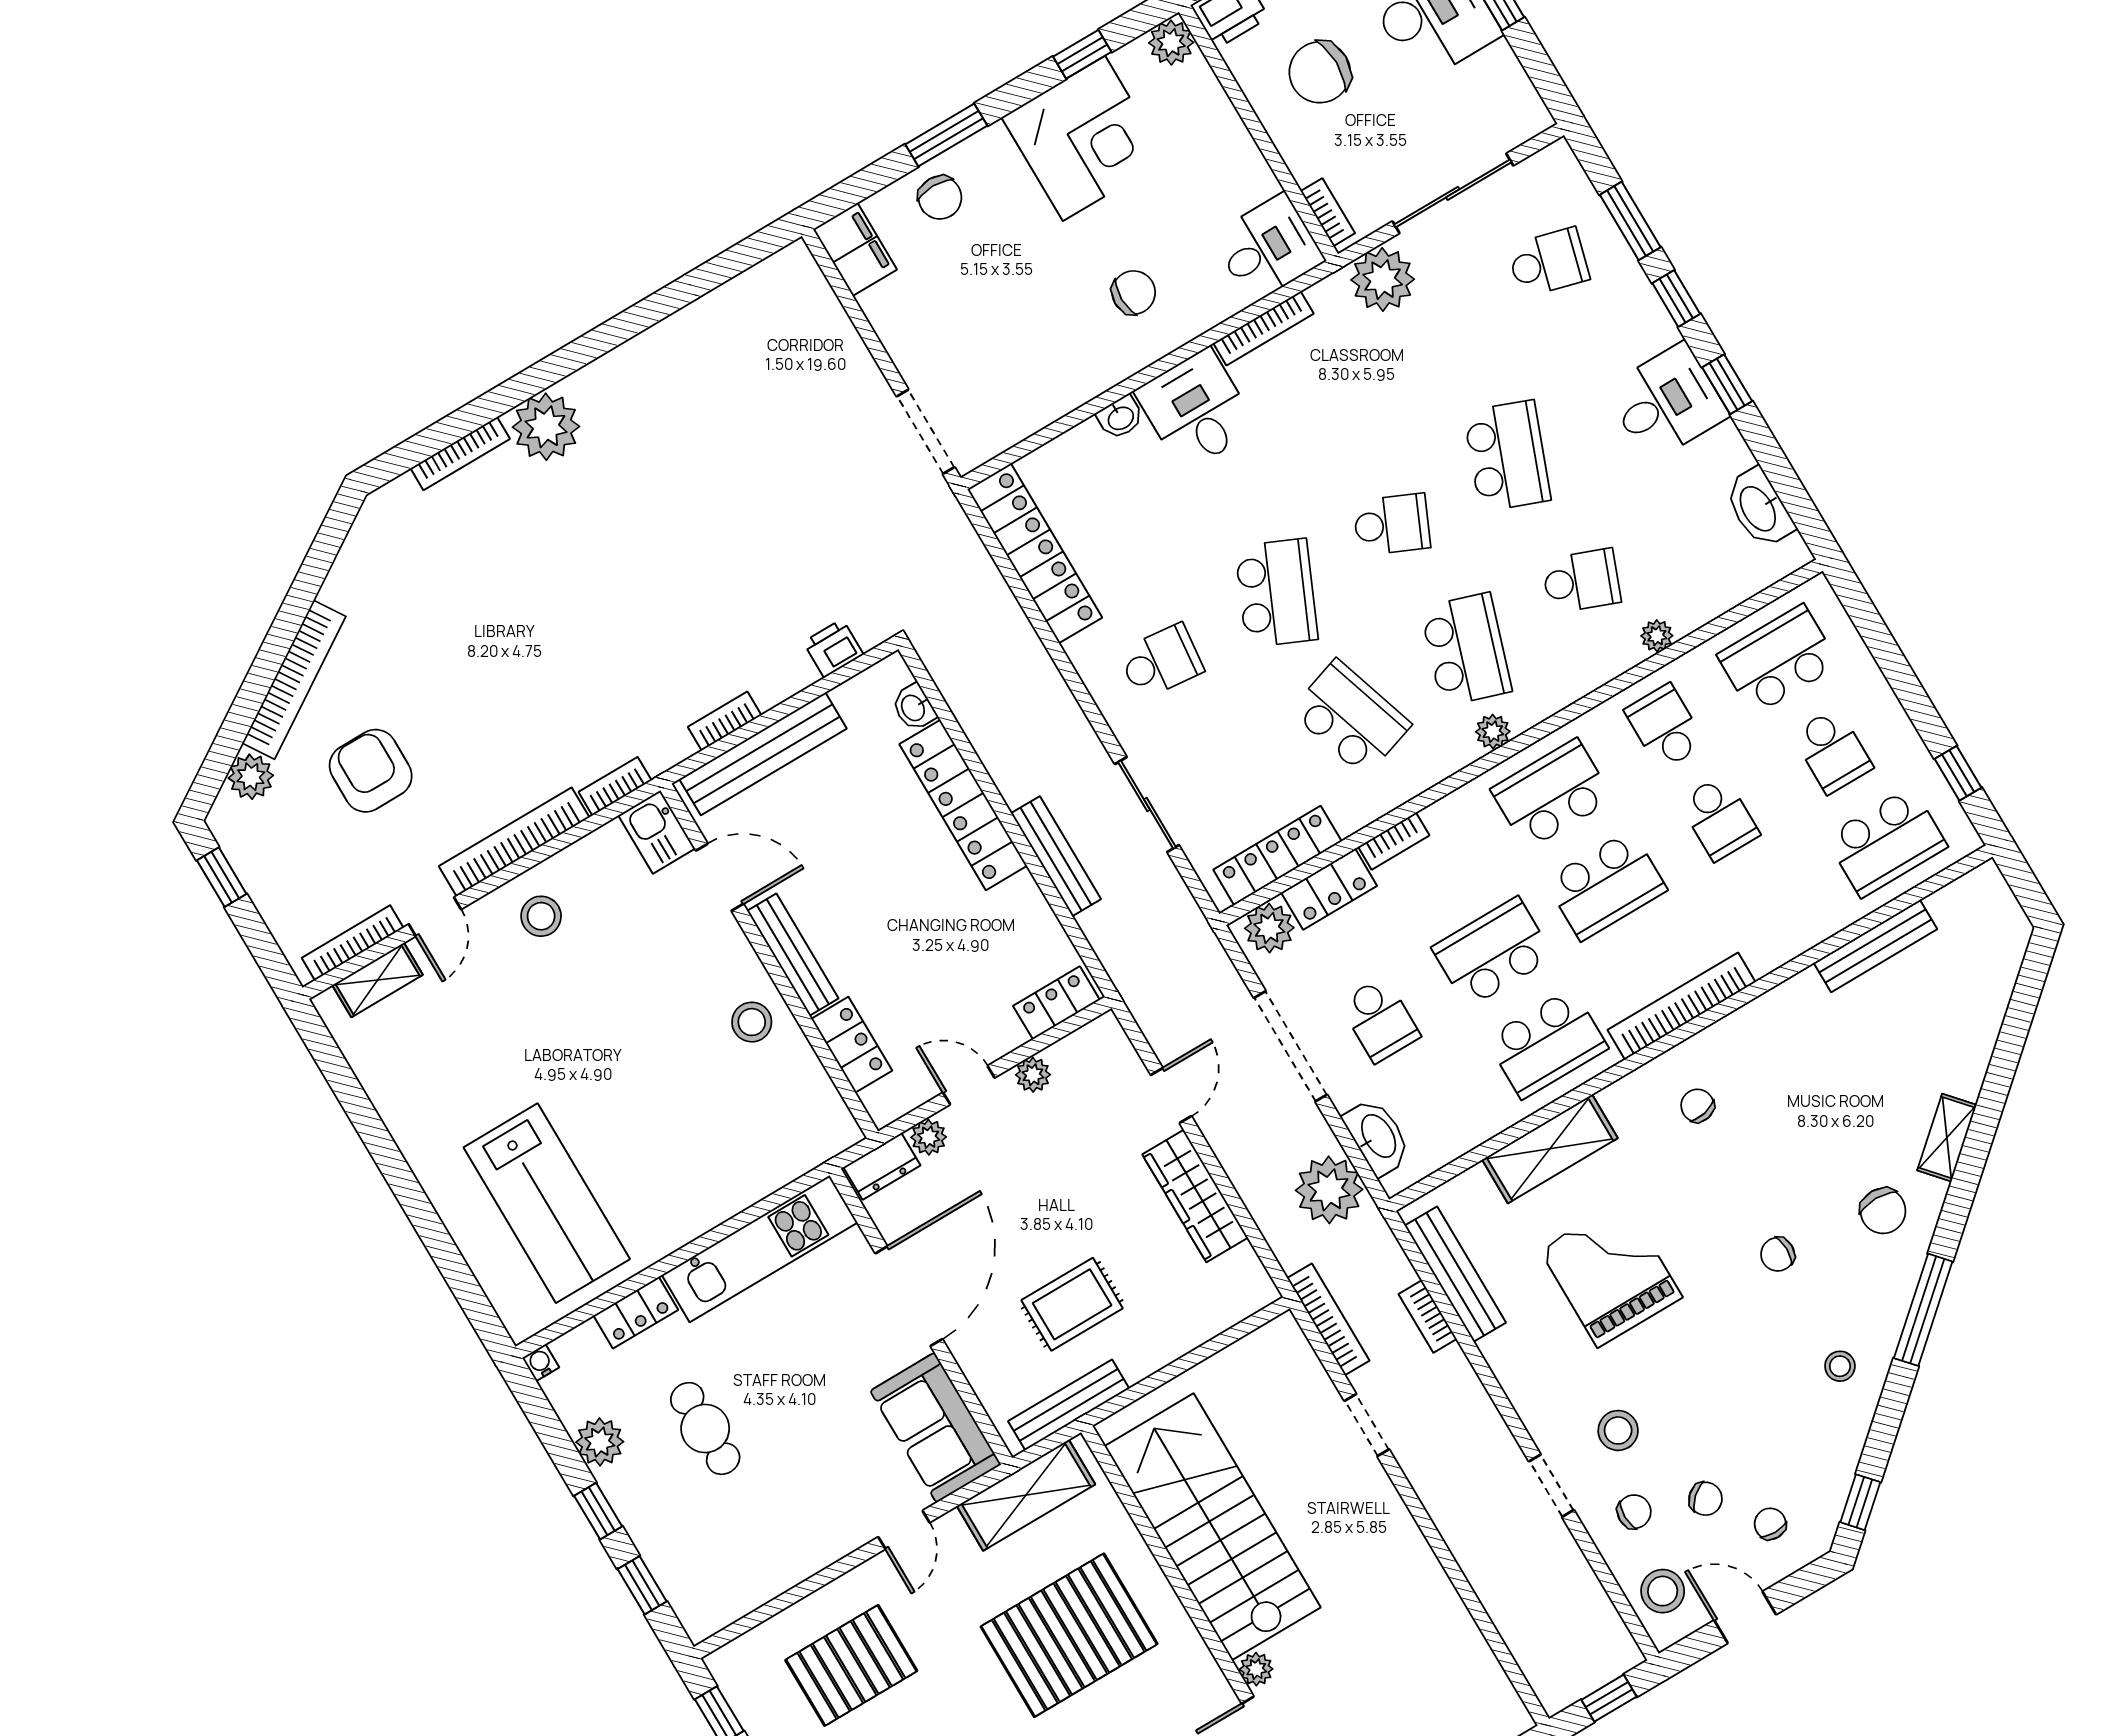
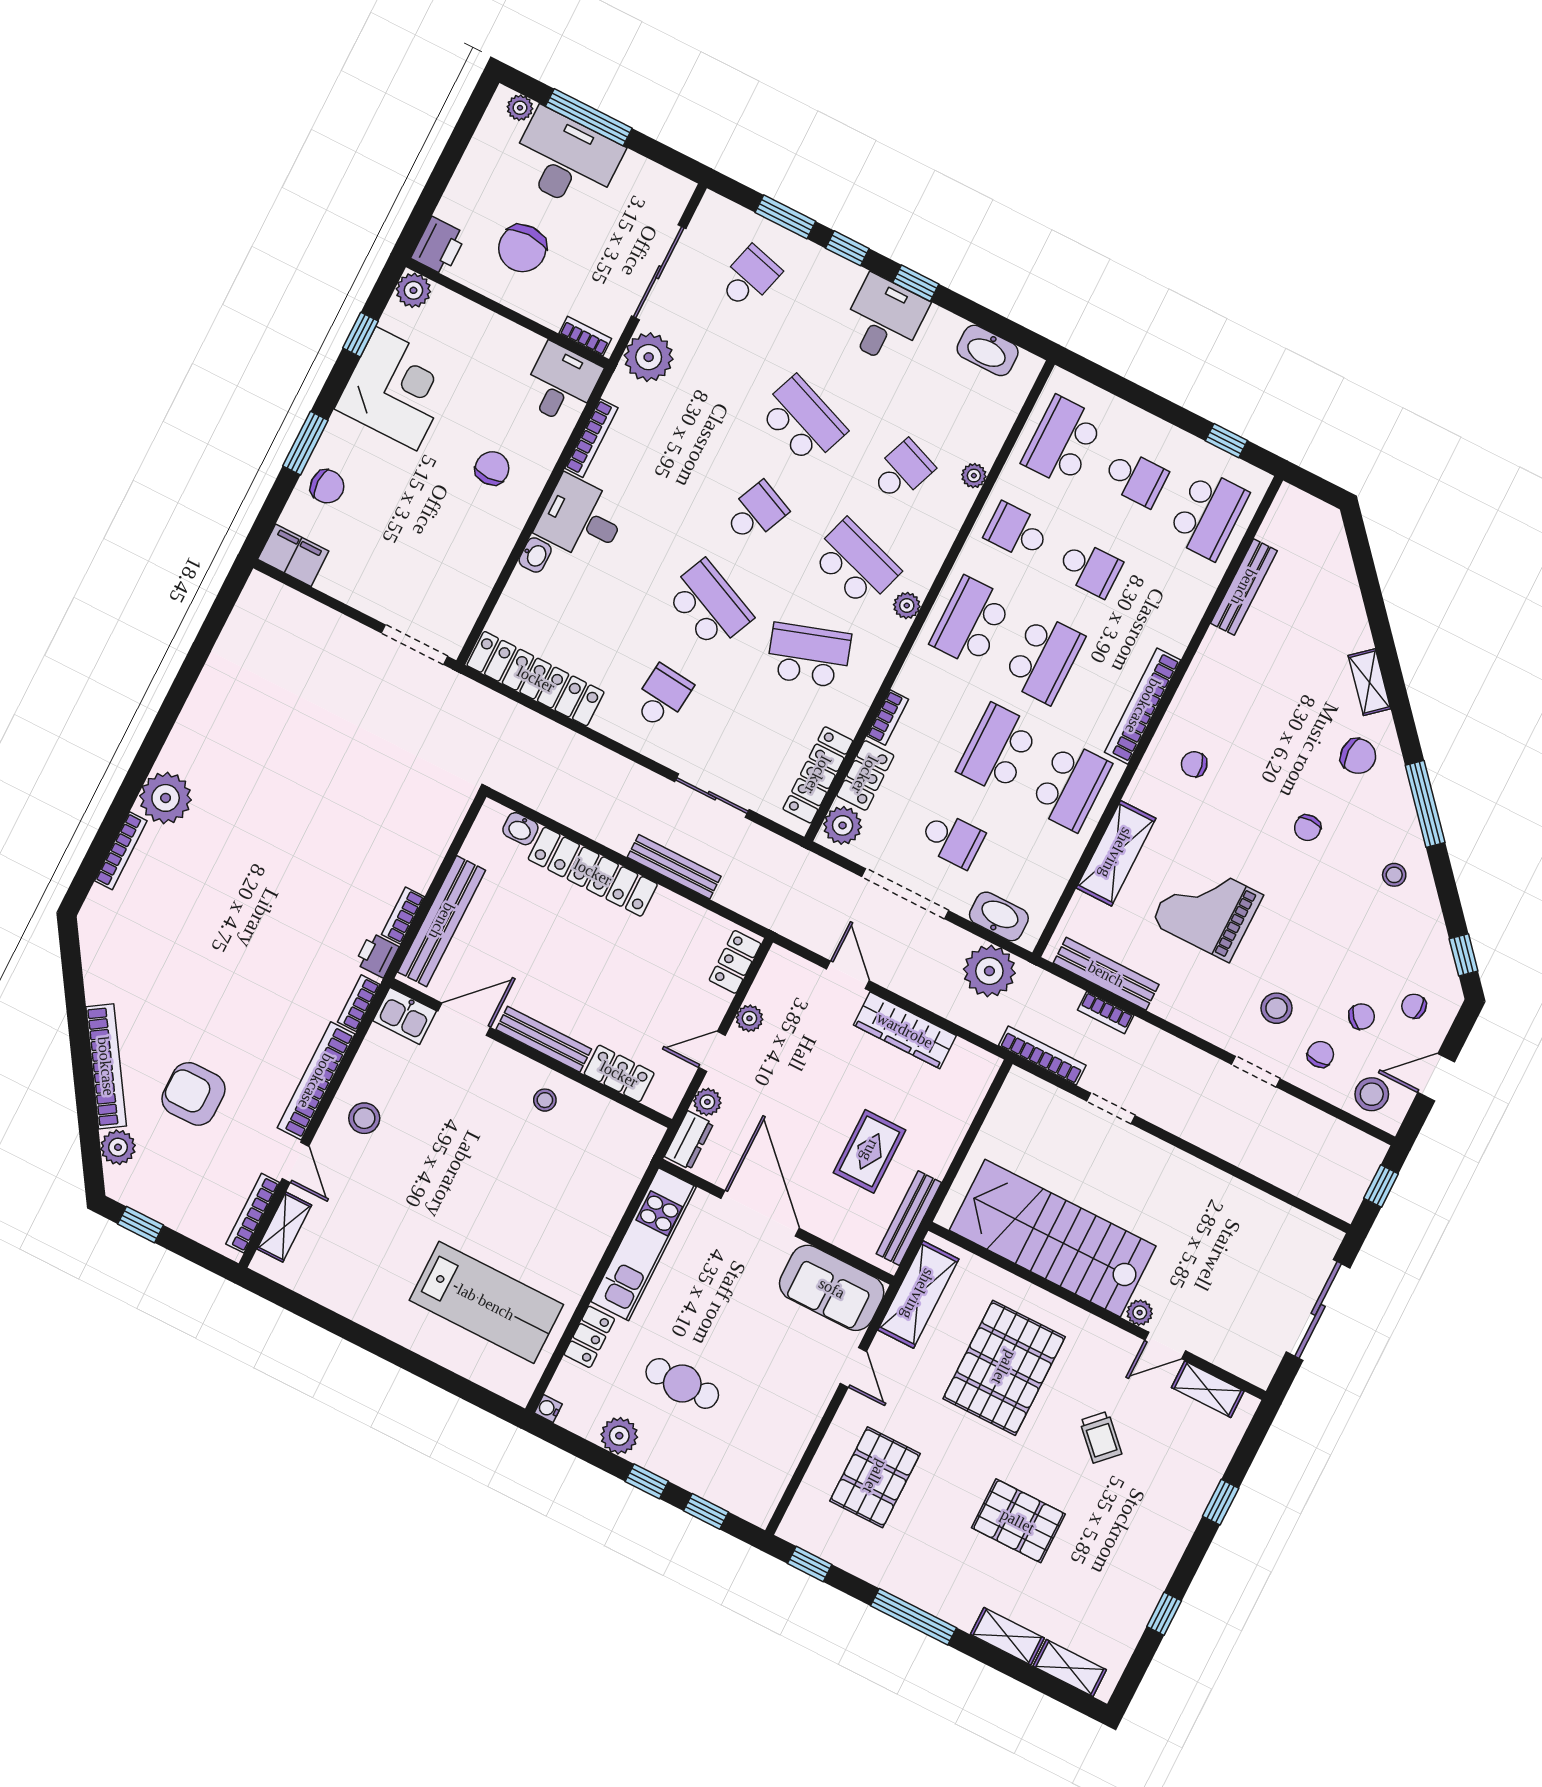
printer: (833, 648) -> (377, 955), moved
stool: (752, 1022) -> (545, 1100), width x0.73, depth x0.73

